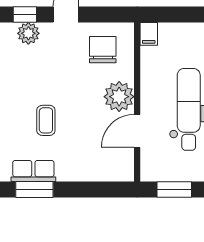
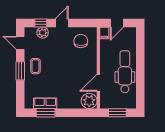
door: (173, 15) -> (117, 23), added
plant: (119, 97) -> (89, 101), moved
coffee table: (46, 120) -> (35, 66), moved

